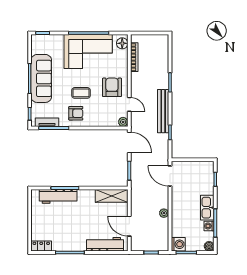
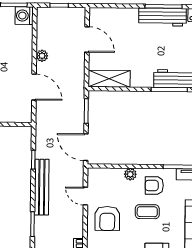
plant: (123, 122) -> (130, 174), moved
door: (170, 176) -> (34, 87), moved
workbench: (105, 244) -> (162, 17), moved

